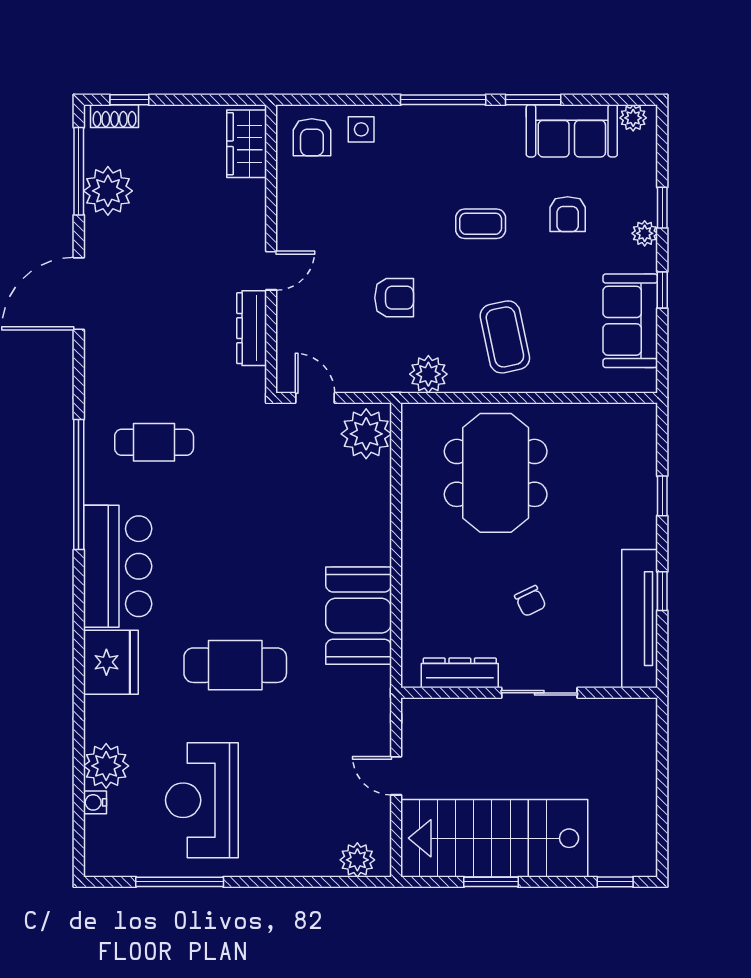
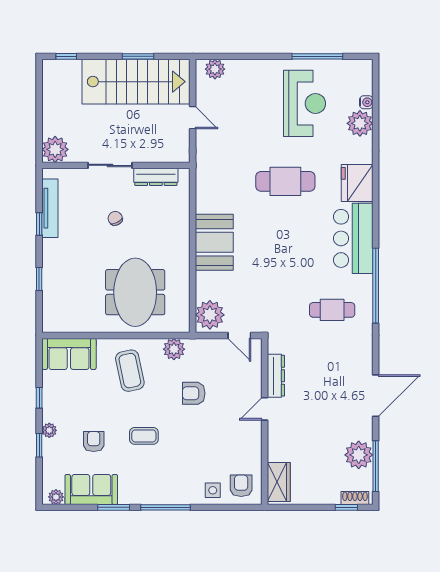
sofa: (630, 321) -> (69, 354), moved, turned 90
booth: (359, 616) -> (214, 242), moved
tv unit: (640, 619) -> (50, 208), width x0.73, depth x0.78
plant: (634, 721) -> (55, 149), added

